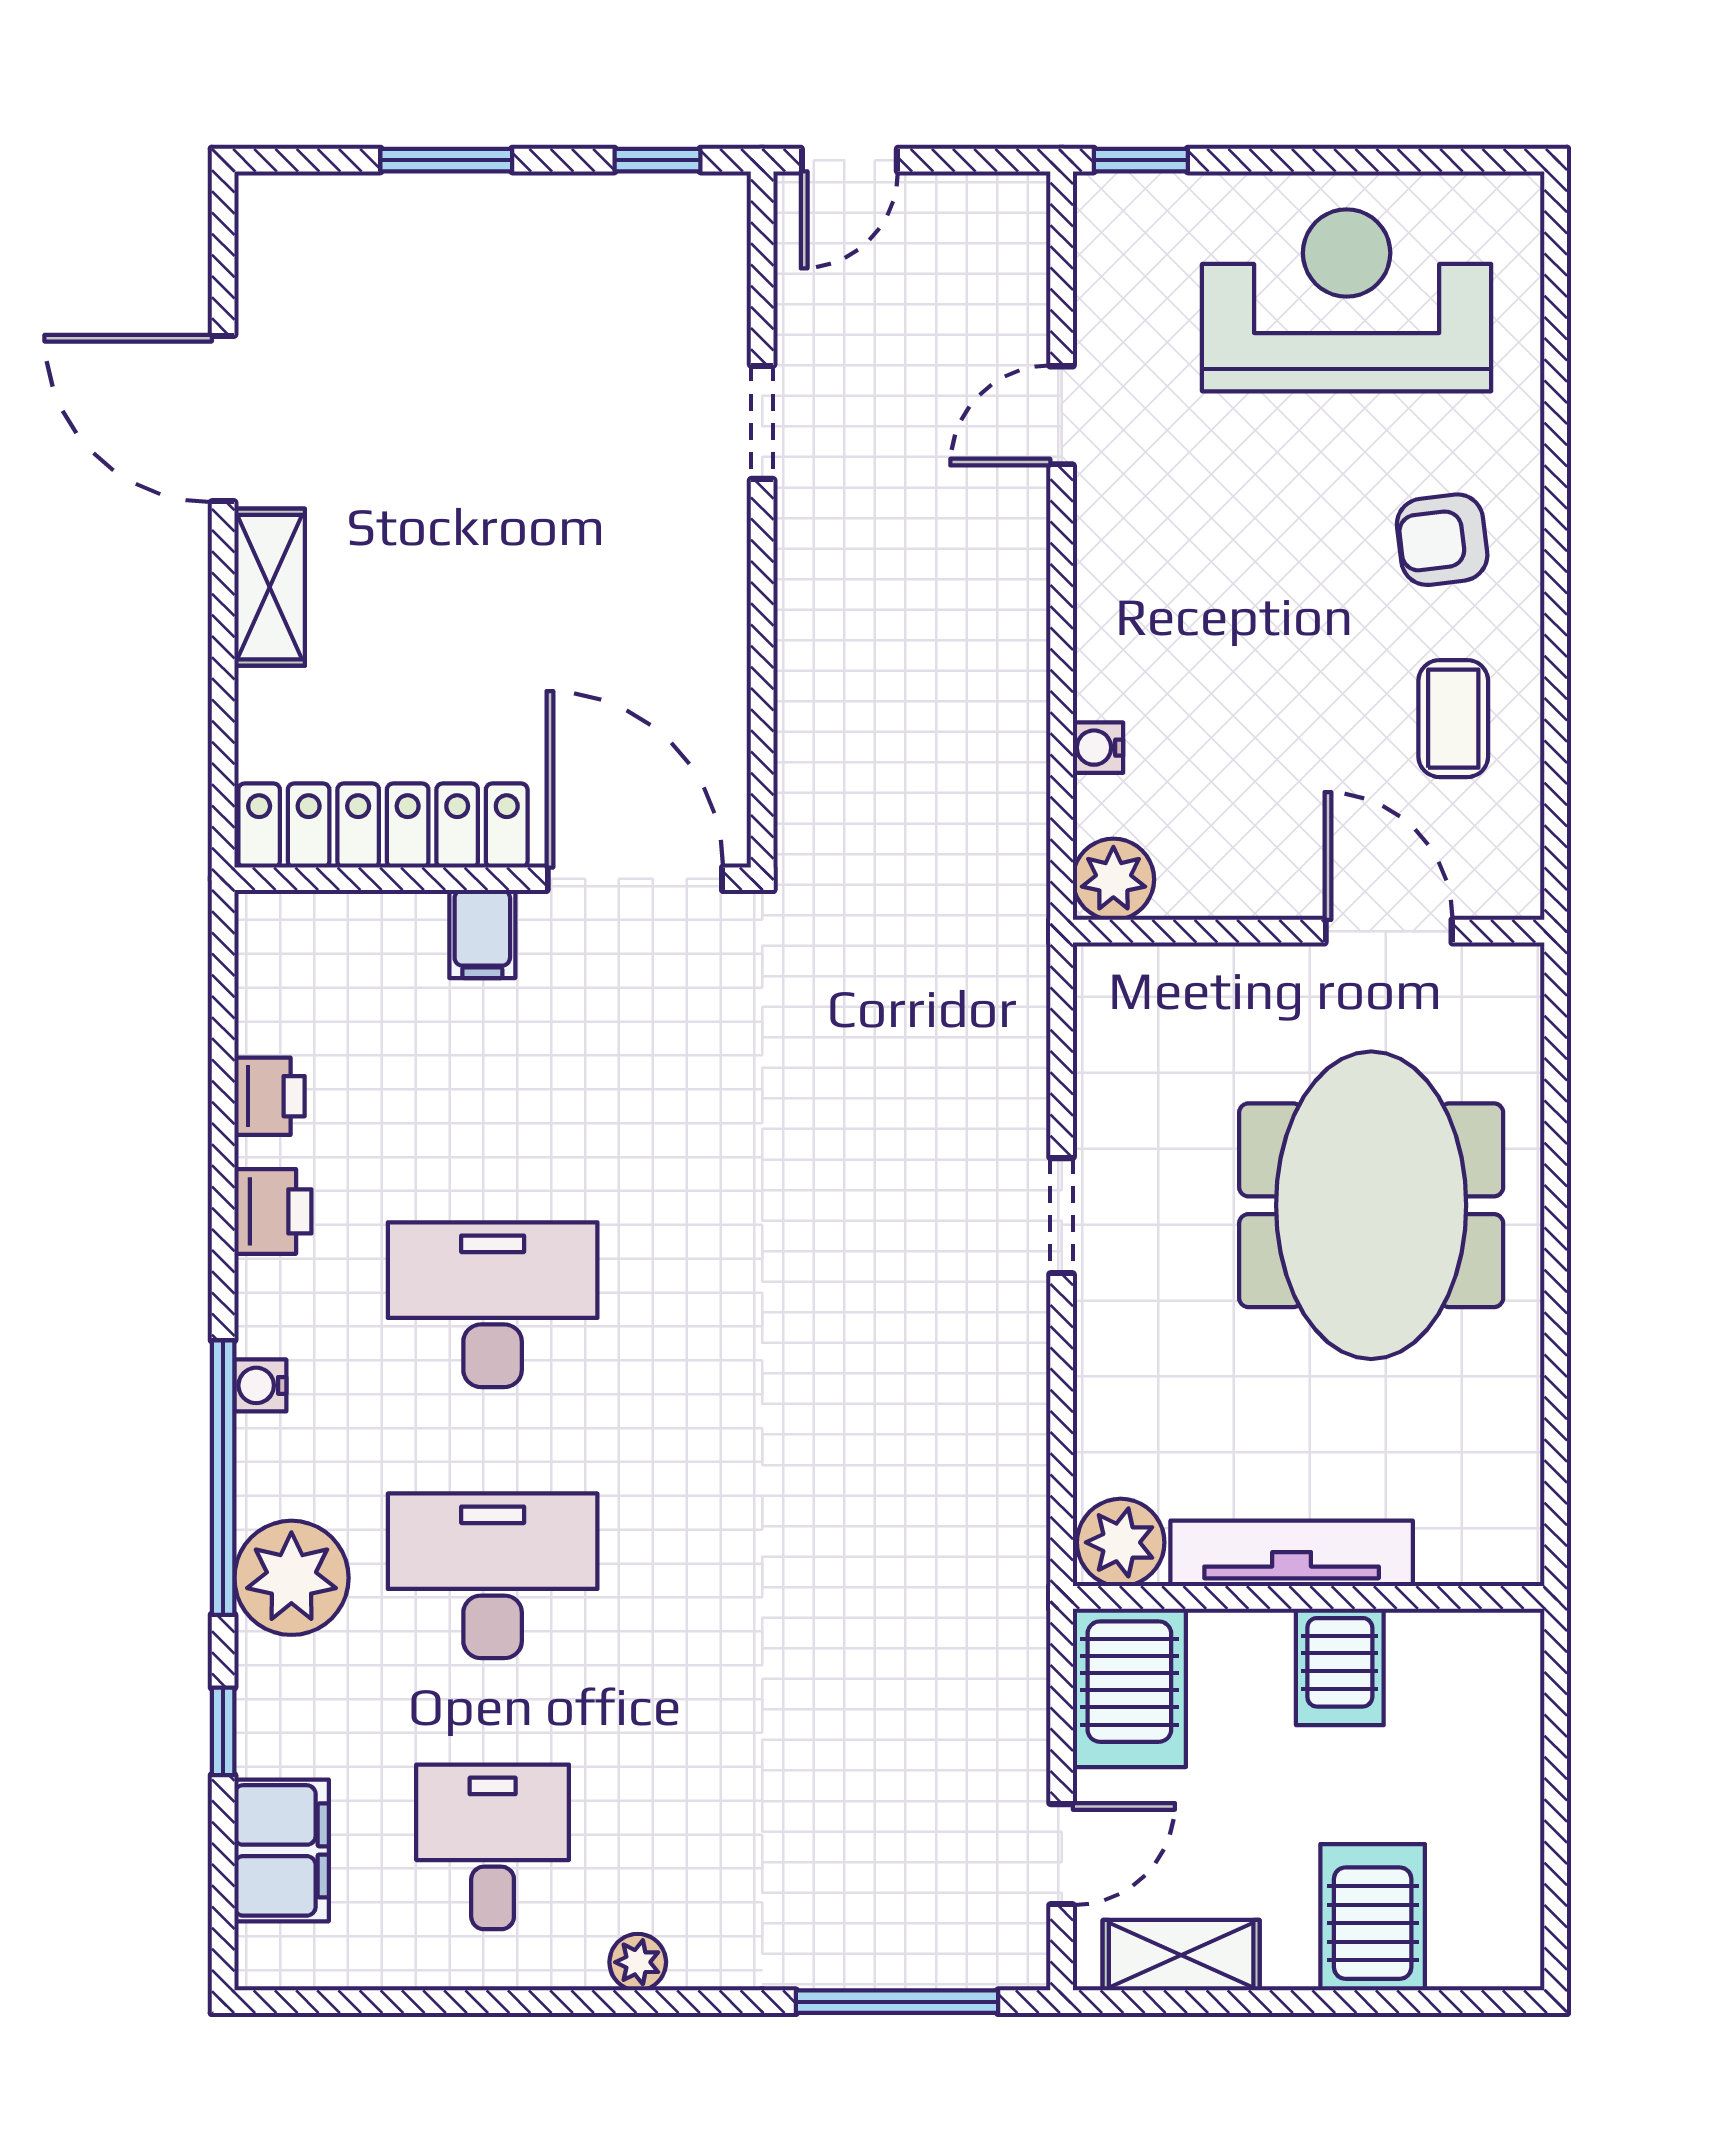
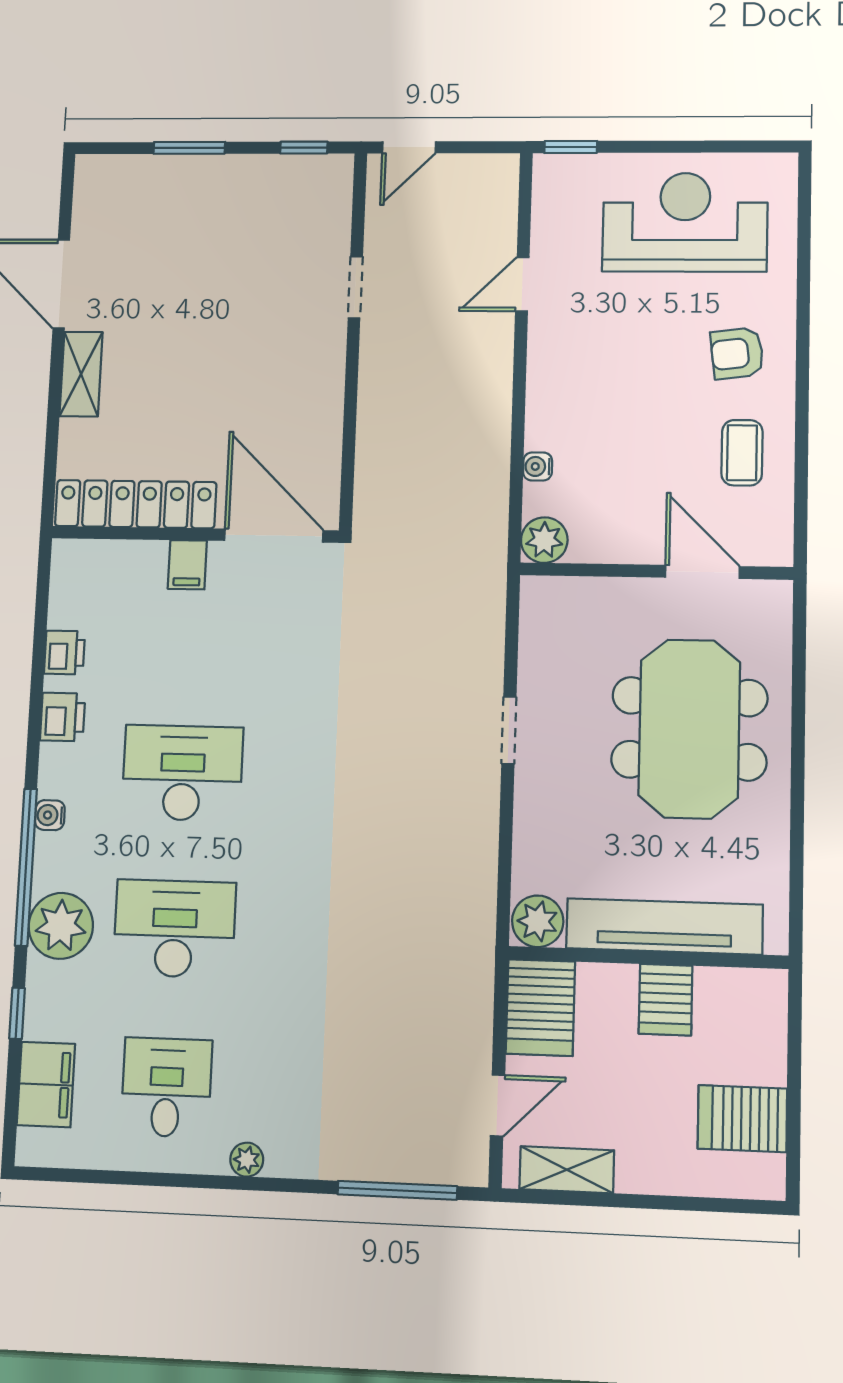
tv unit: (1292, 1553) -> (664, 926), width x1.36, depth x1.29
server rack: (1373, 1917) -> (742, 1119), moved, turned -90

